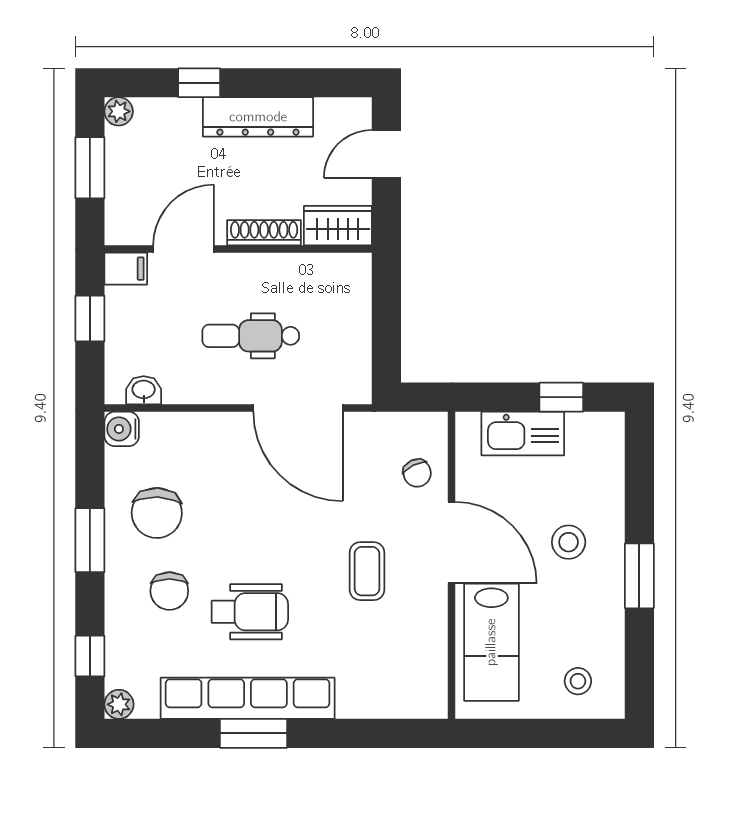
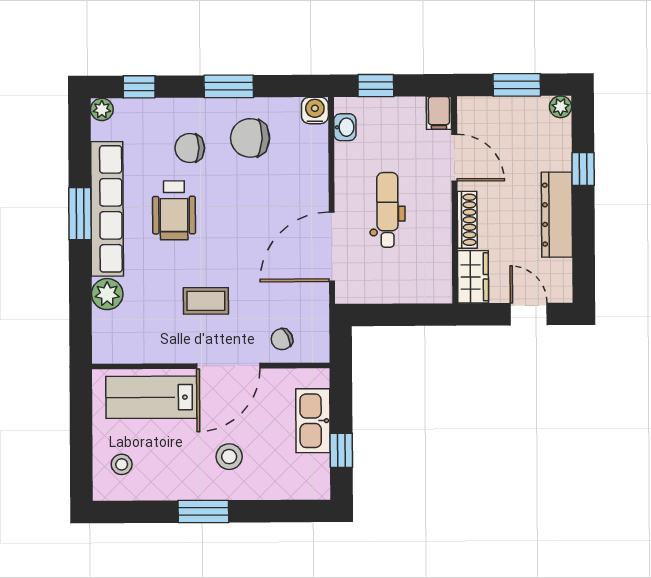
window: (90, 318) -> (376, 86), moved
plant: (358, 699) -> (107, 294), added

